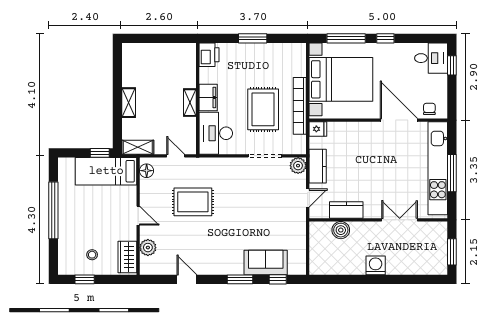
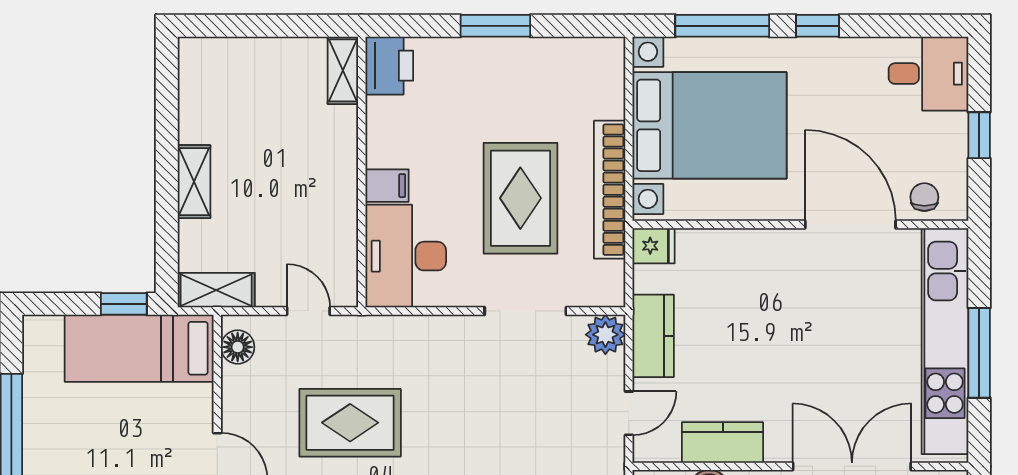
window: (452, 65) -> (979, 135), moved
filing cabinet: (208, 97) -> (387, 186), width x0.50
shelving: (190, 103) -> (343, 70), moved
double door: (400, 220) -> (852, 466), width x1.37

